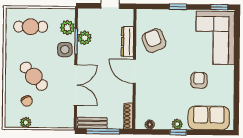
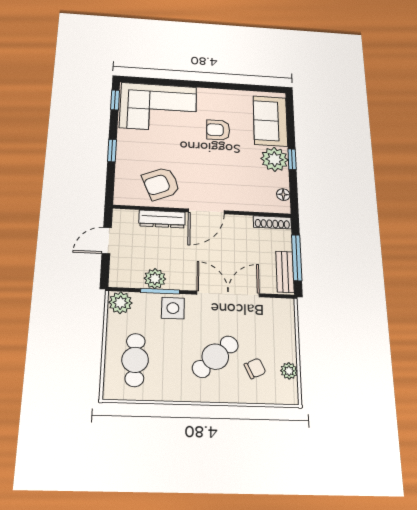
plant: (67, 28) -> (120, 303), moved
plant: (177, 124) -> (274, 159), width x1.88, depth x1.88

